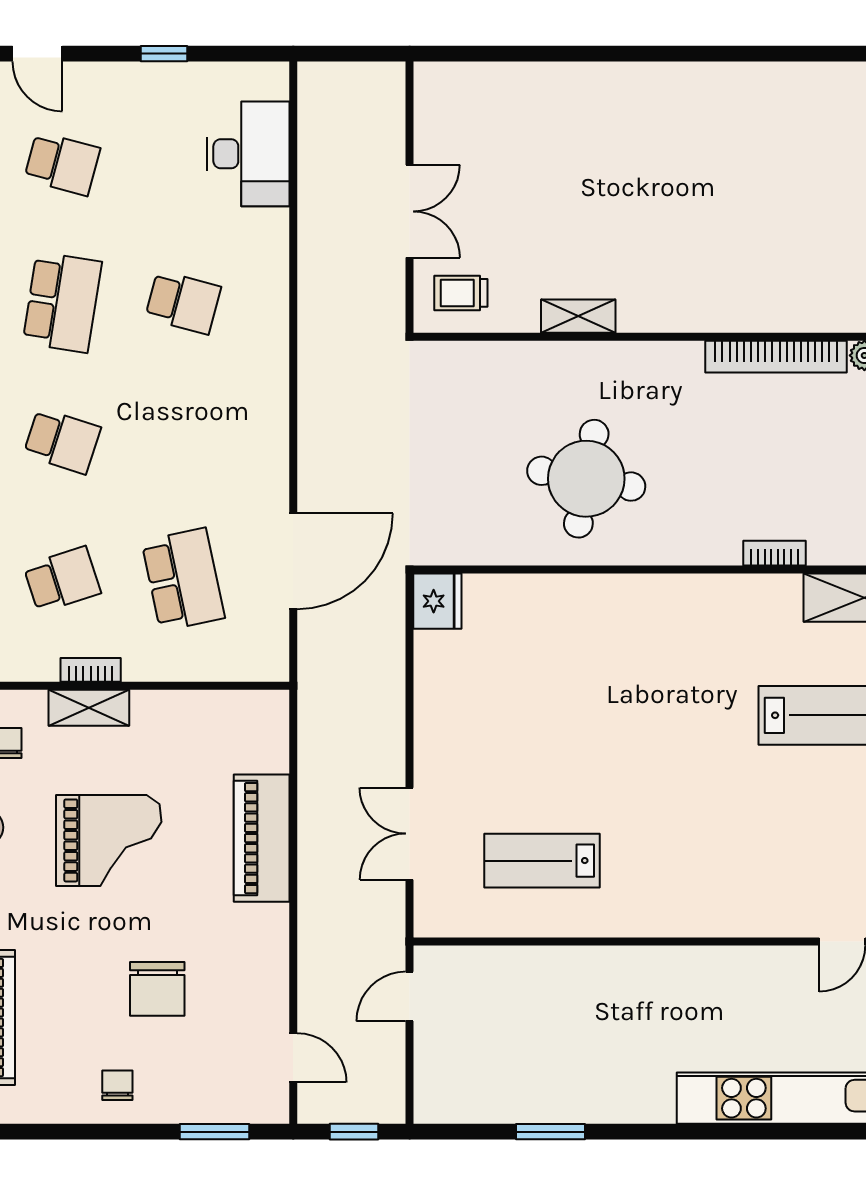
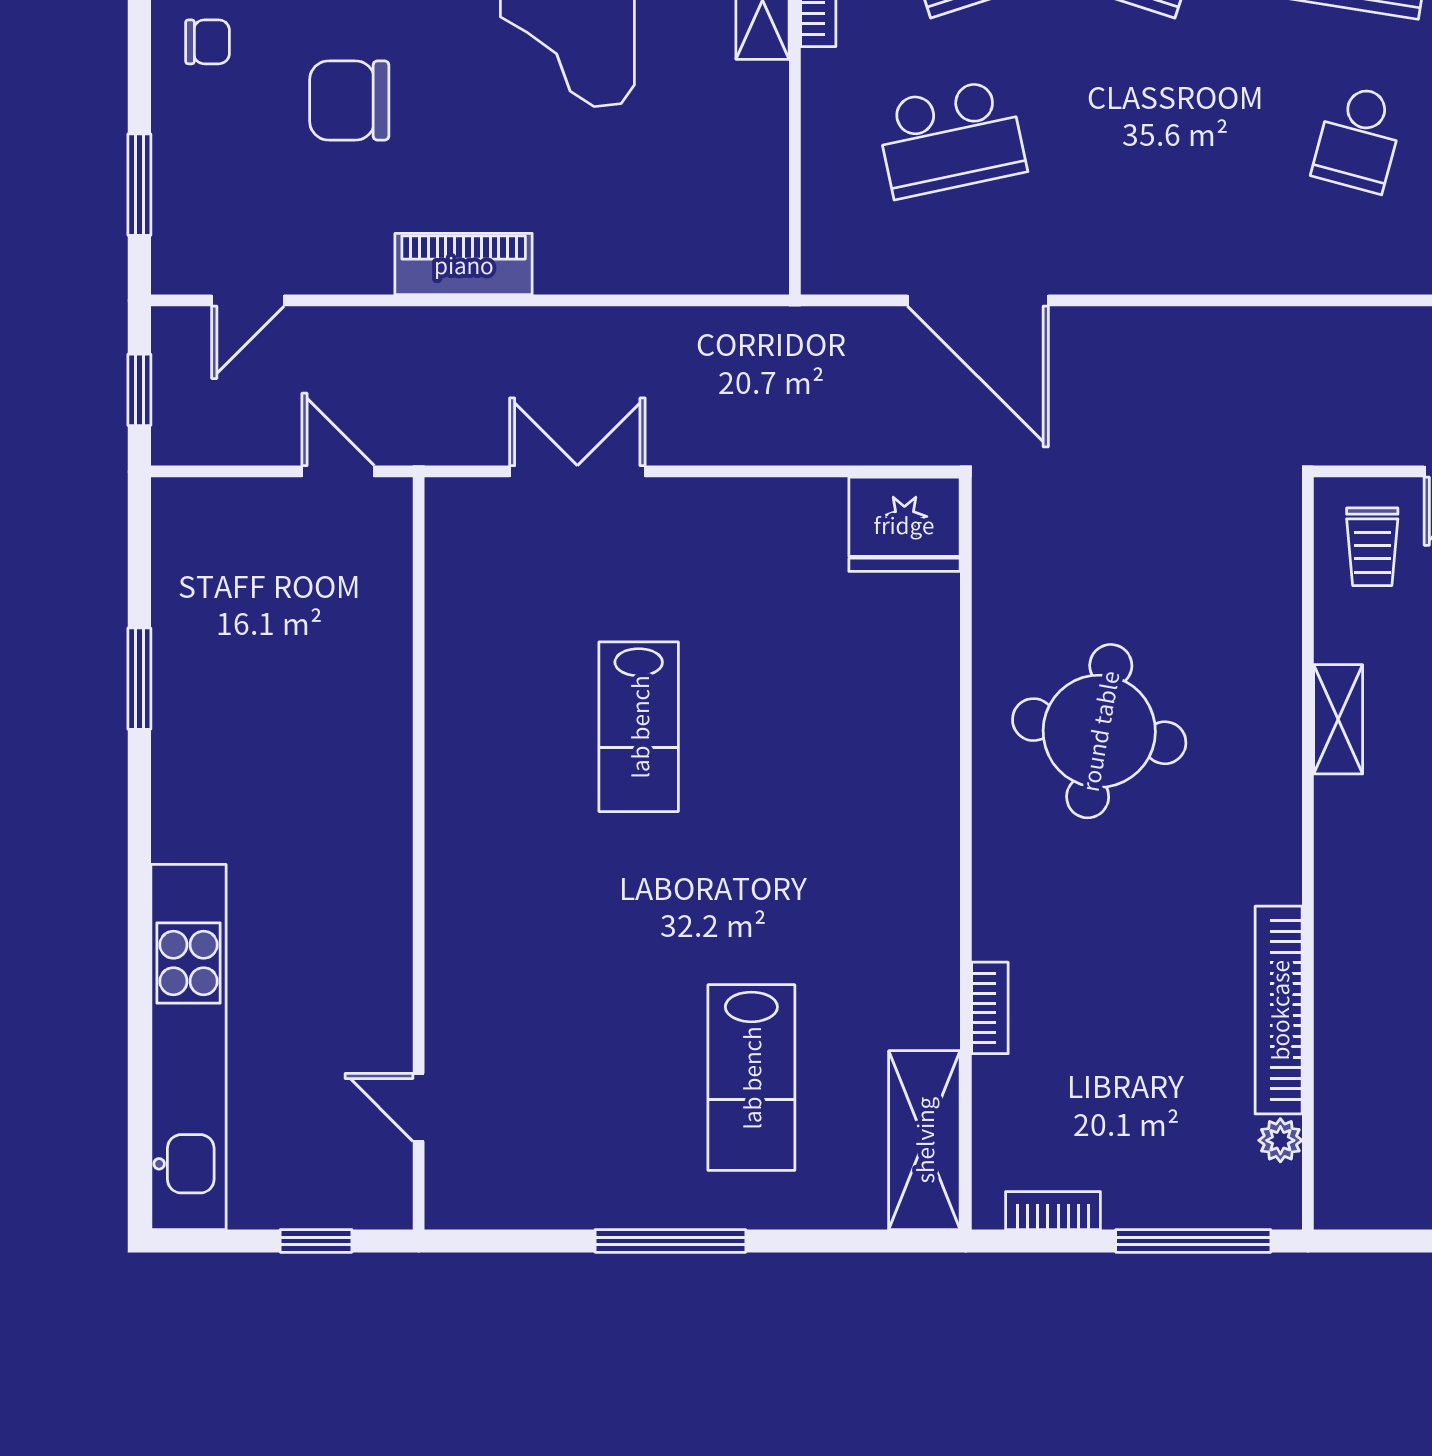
trolley: (461, 293) -> (1372, 547), turned 180
fridge: (437, 601) -> (904, 524), width x1.36, depth x1.34
piano: (262, 838) -> (464, 264), moved, width x0.73, depth x0.75
lab bench: (542, 861) -> (639, 727), moved, turned 180

